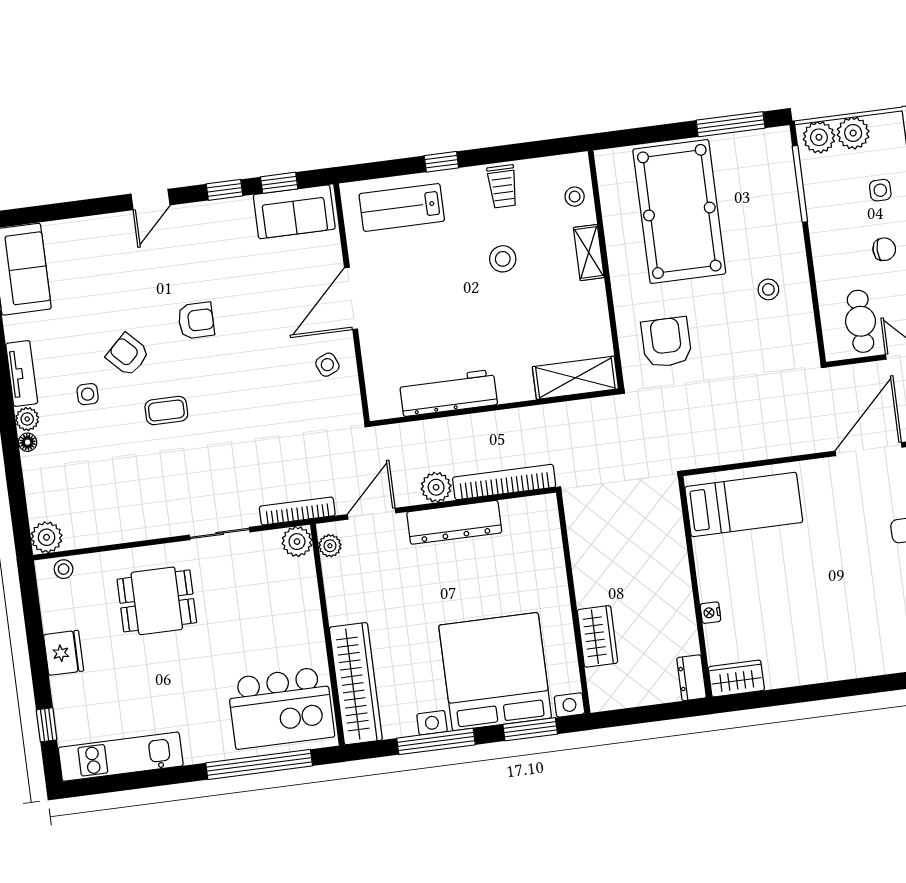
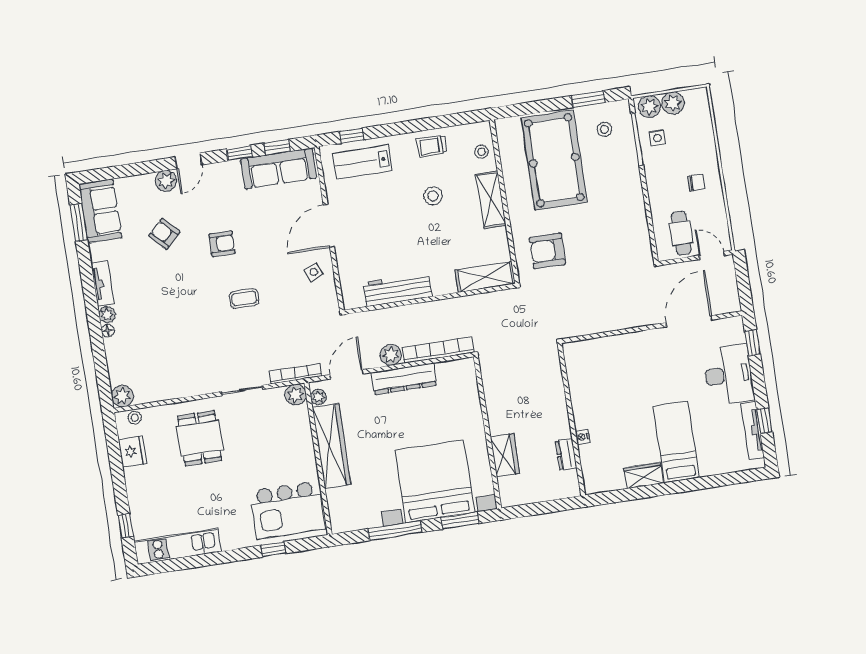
window: (731, 124) -> (588, 99), width x0.69
window: (441, 162) -> (352, 136), moved
trolley: (502, 186) -> (432, 146), turned 90
side table: (880, 190) -> (657, 138), moved
sofa: (294, 212) -> (279, 168), width x1.36
plant: (117, 228) -> (166, 181), added
shelving: (589, 253) -> (491, 200), width x1.50, depth x1.33
stool: (768, 289) -> (604, 129), moved
armchair: (666, 342) -> (547, 251), turned -90
armchair: (128, 355) -> (164, 234), moved
side table: (88, 394) -> (148, 296), removed
coffee table: (166, 411) -> (244, 299), moved
bed: (744, 505) -> (676, 442), moved, turned -90
dining table: (157, 601) -> (200, 438), turned 90
fridge: (64, 653) -> (132, 452), moved
dresser: (691, 678) -> (566, 454), moved
wardrobe: (736, 679) -> (644, 475), moved
wardrobe: (356, 684) -> (332, 446), moved
window: (259, 764) -> (273, 549), width x0.32

